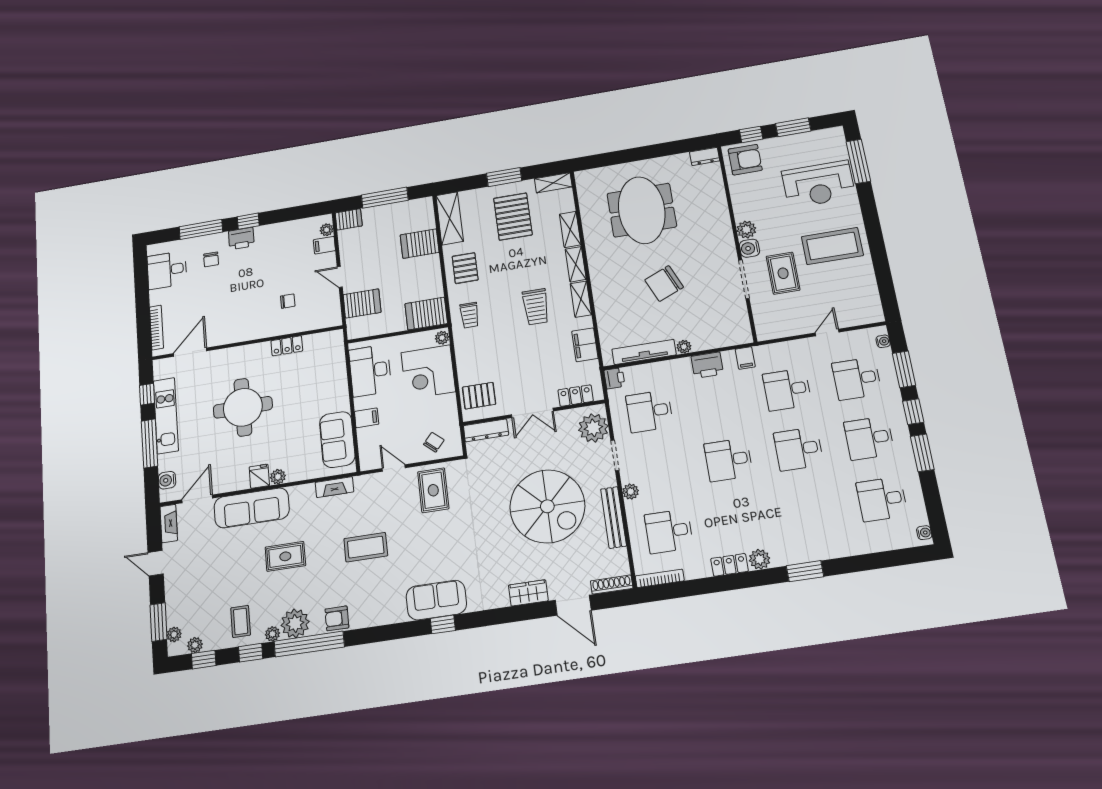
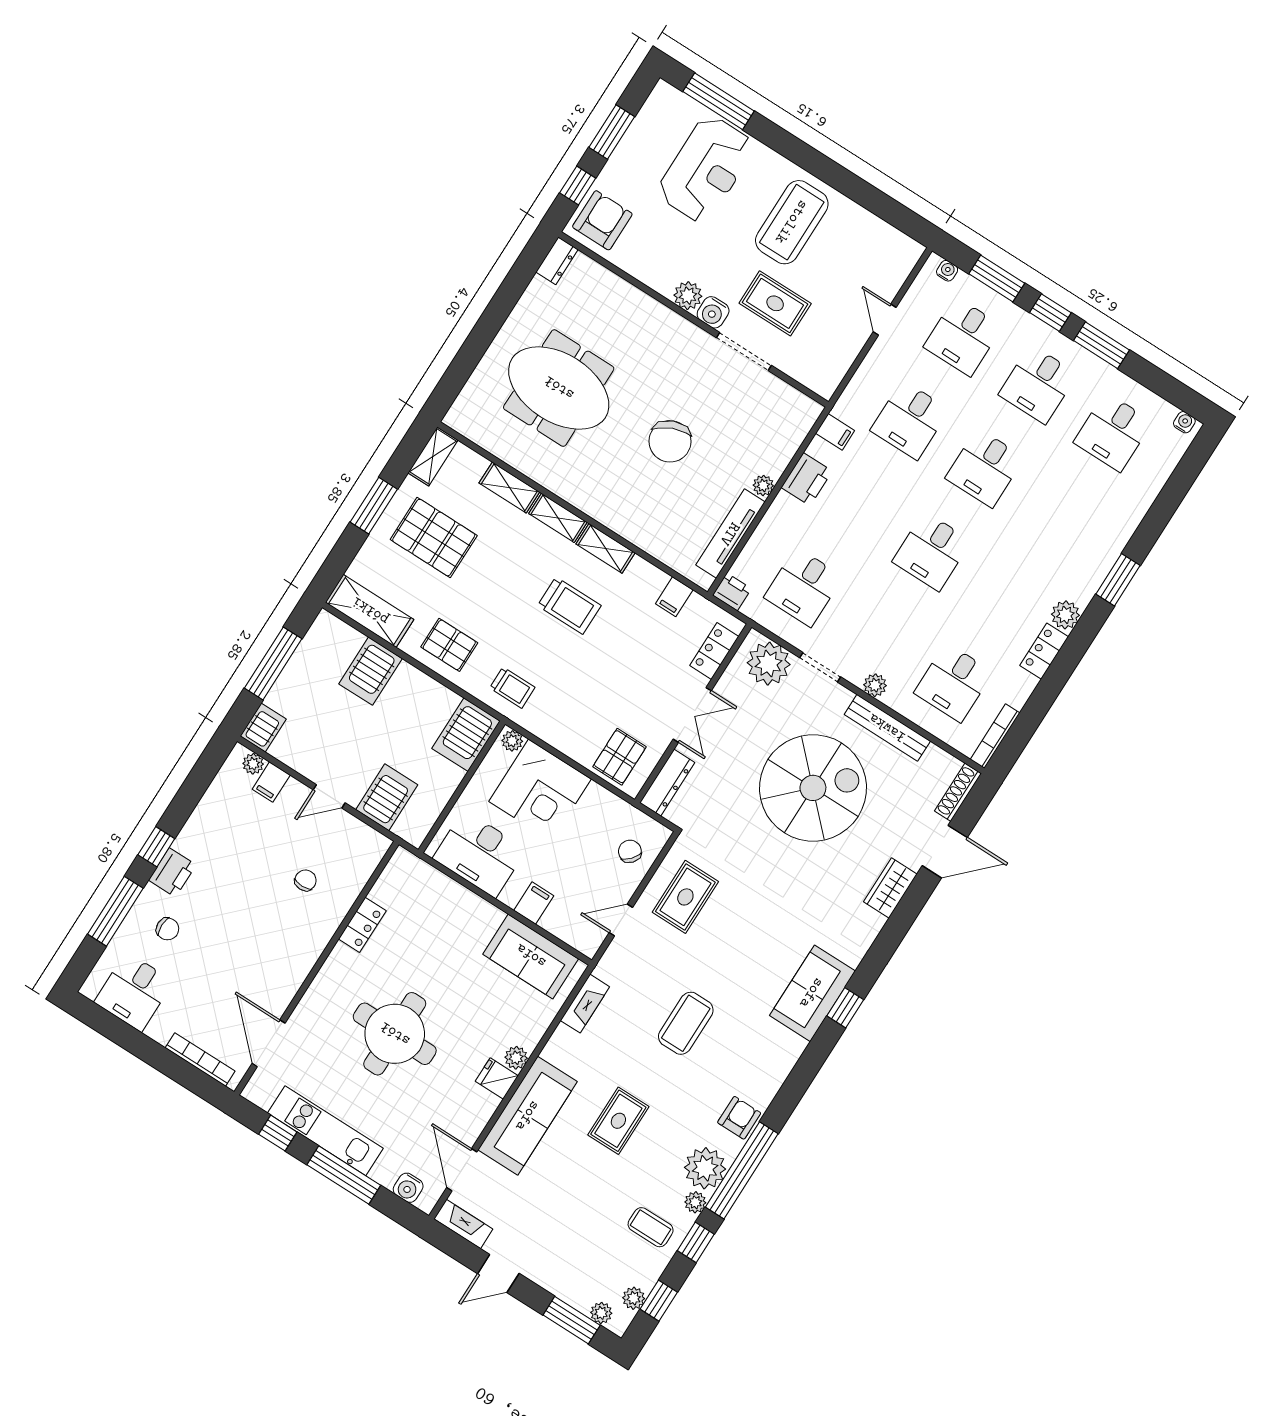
filing cabinet: (585, 345) -> (674, 597), width x0.50
rug: (433, 490) -> (685, 897), turned 90
armchair: (337, 618) -> (739, 1118), turned 180

